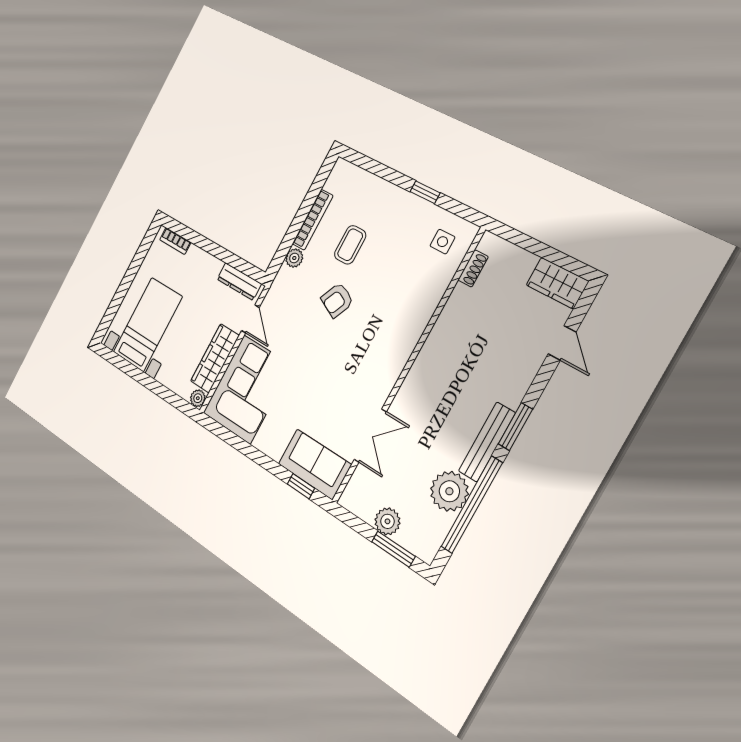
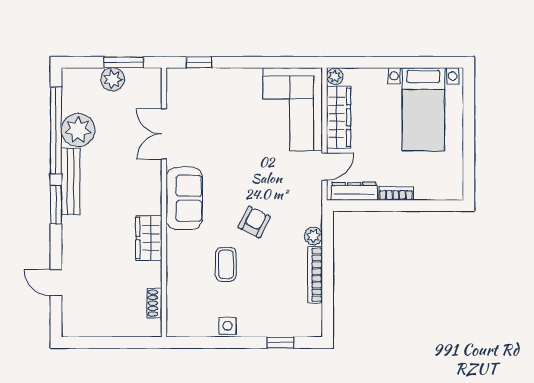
window: (425, 192) -> (280, 343), moved
bookcase: (175, 241) -> (396, 193), moved
side table: (442, 242) -> (228, 326), moved
coffee table: (350, 245) -> (226, 264), moved
wardrobe: (557, 283) -> (149, 238), moved, turned -90
door: (250, 319) -> (324, 167), swing flipped
sofa: (315, 464) -> (184, 198), moved, turned -90
window: (393, 549) -> (124, 62), moved

